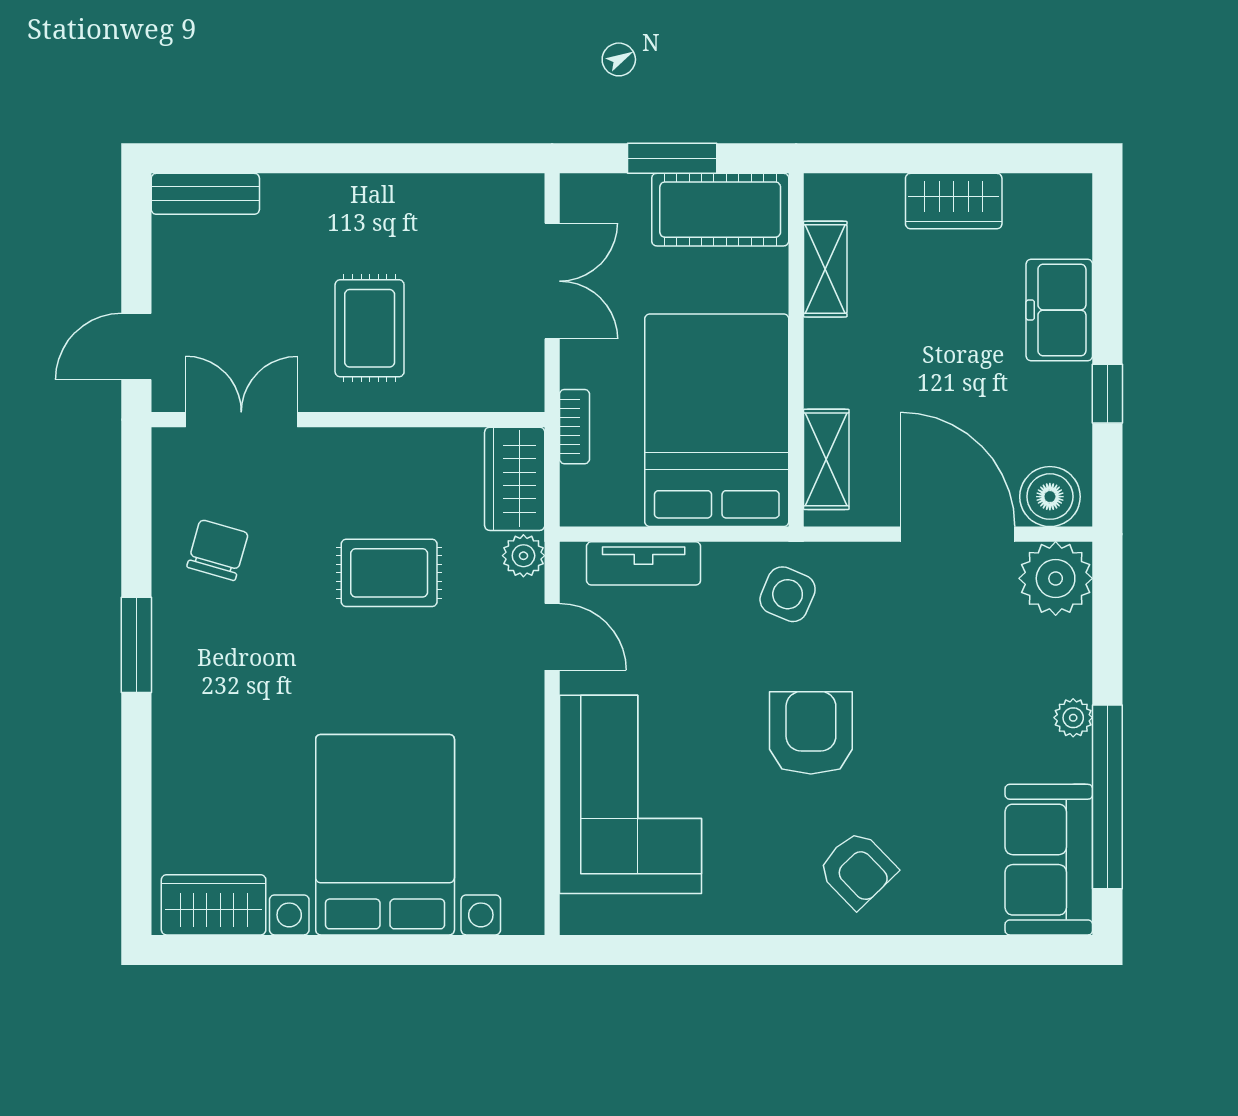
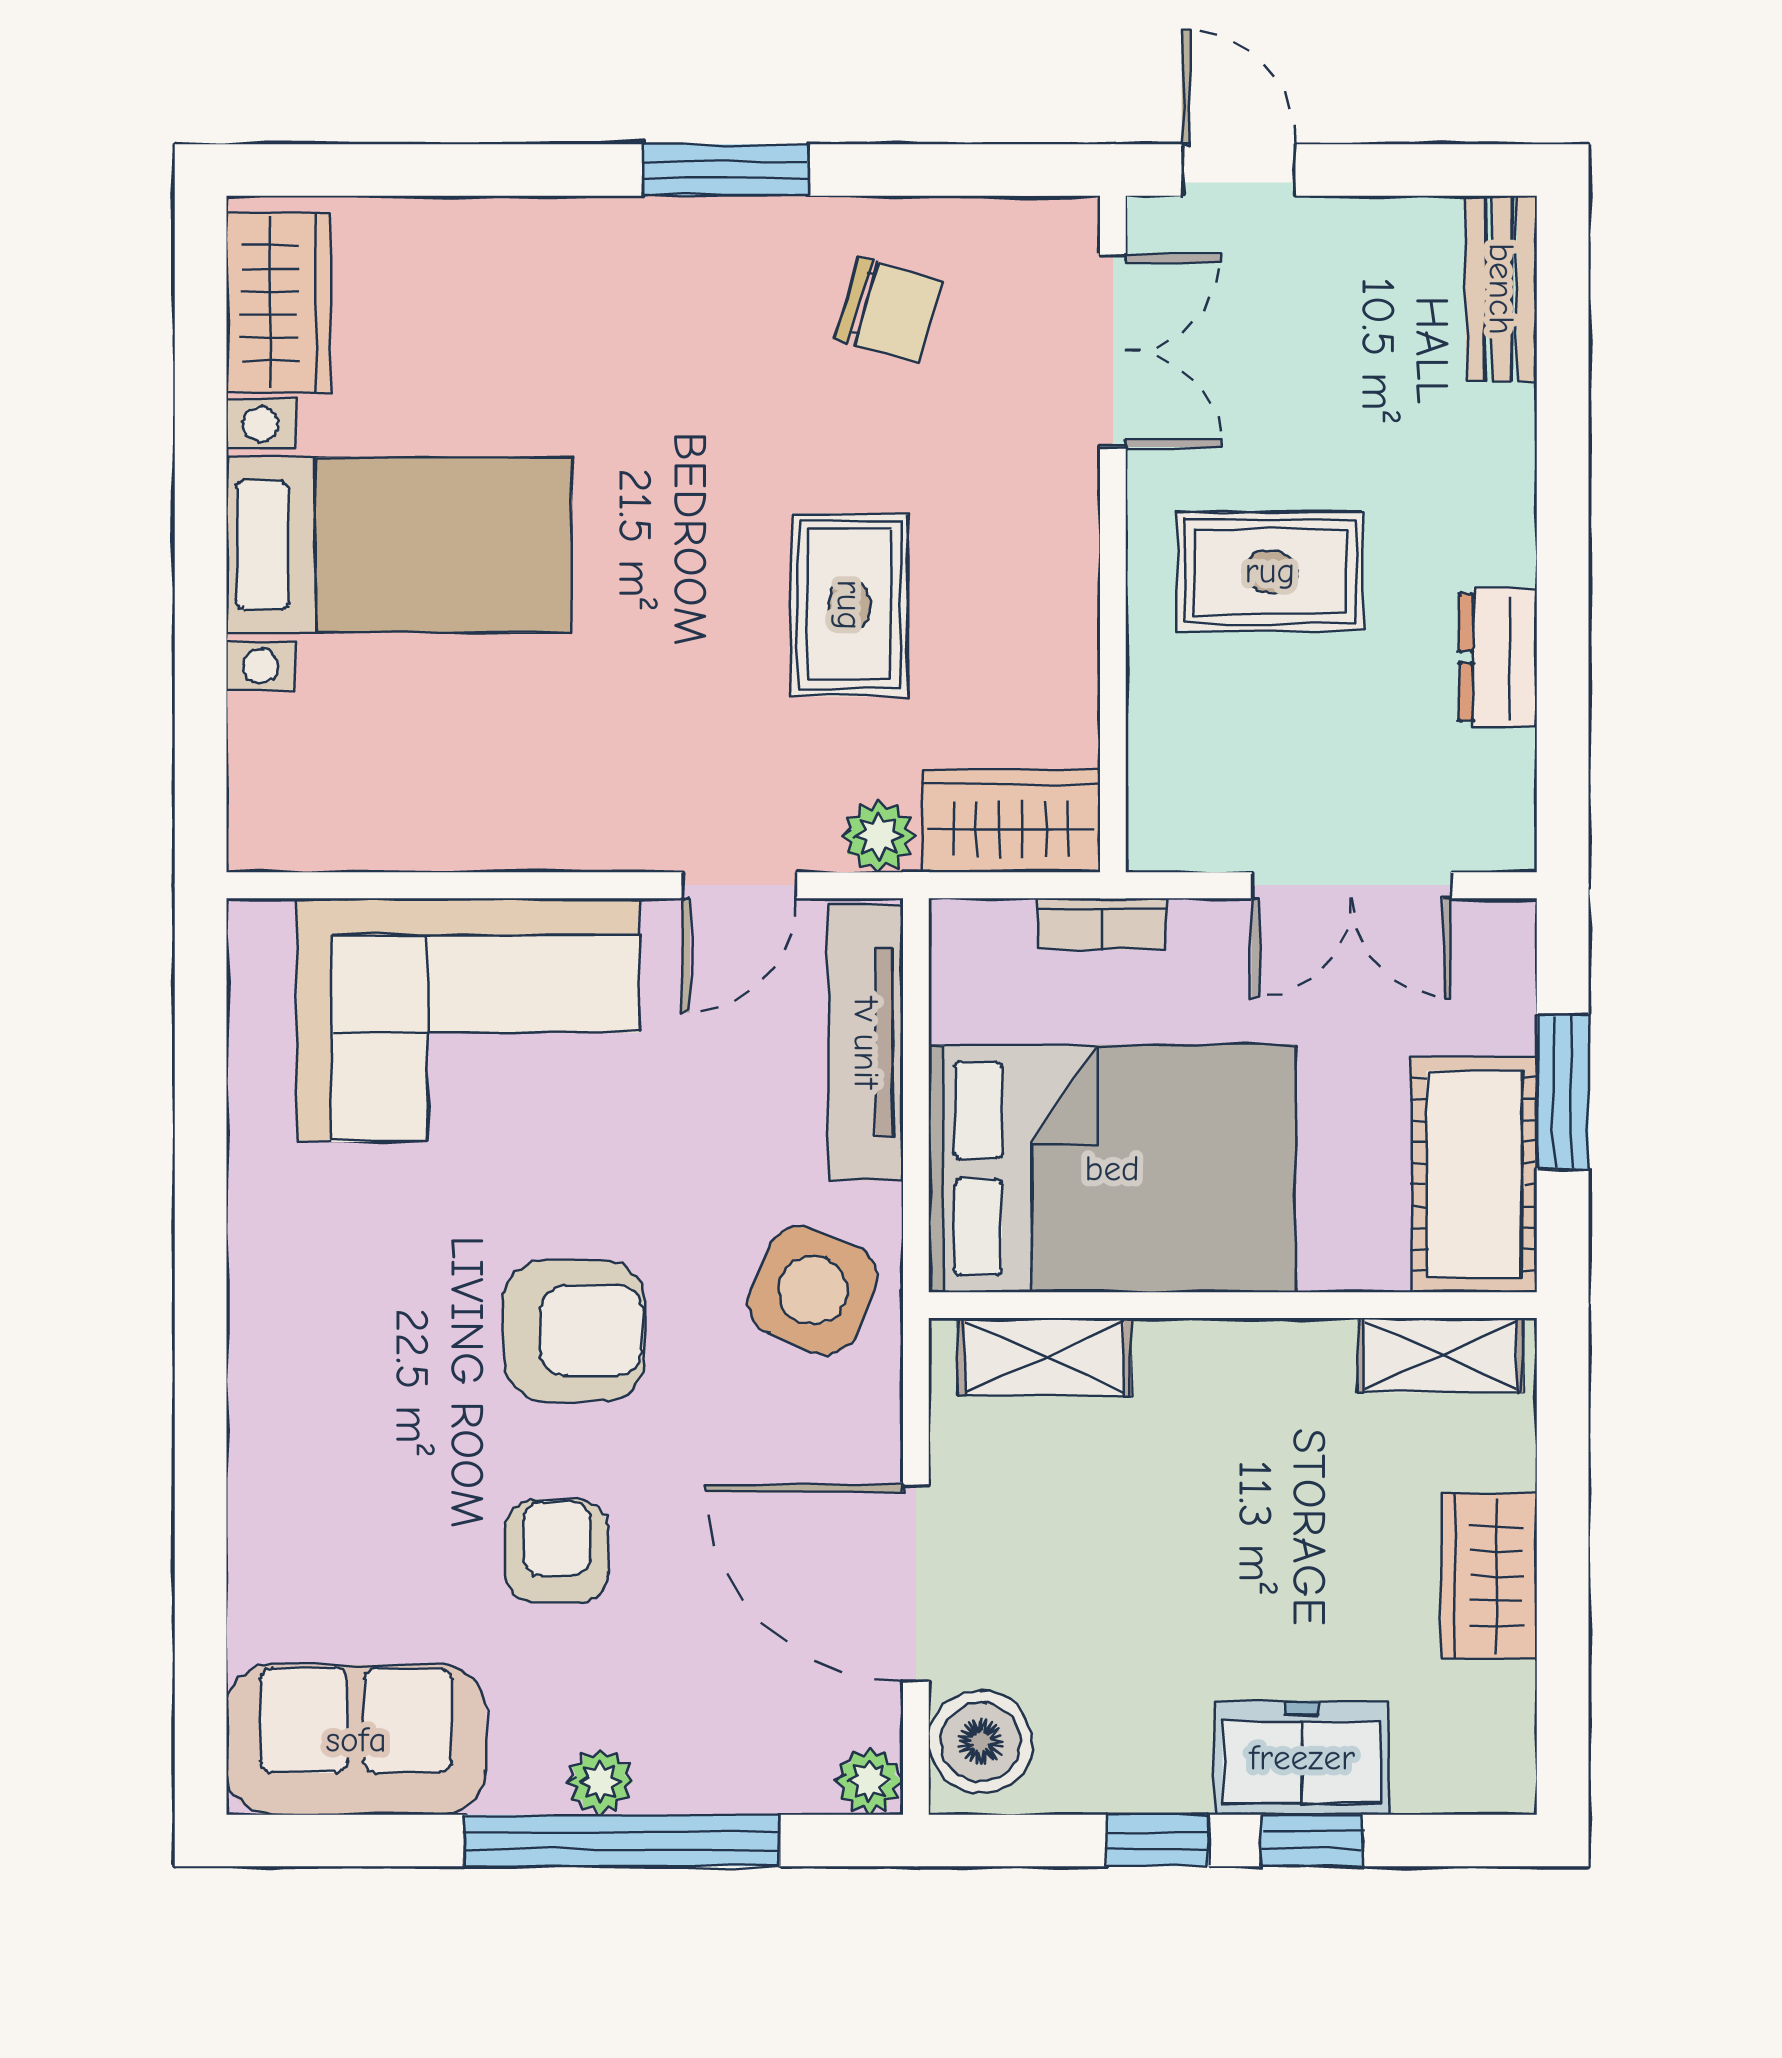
dresser: (420, 196) -> (1498, 657), added
shelving: (825, 269) -> (1441, 1355), moved
window: (1107, 304) -> (1312, 1841), added
door: (958, 534) -> (916, 1583), swing flipped
tv unit: (644, 563) -> (866, 1043), width x1.41
plant: (1056, 578) -> (869, 1781), width x0.53, depth x0.53
side table: (788, 594) -> (813, 1290), width x1.37, depth x1.37
window: (1107, 797) -> (622, 1841), moved
bed with nightstands: (385, 835) -> (399, 545), width x0.73
armchair: (857, 869) -> (557, 1551), moved, turned 134

